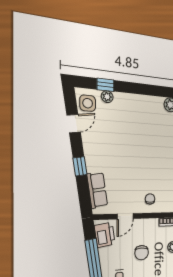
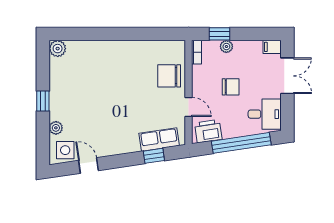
window: (105, 85) -> (43, 101), moved
window: (80, 166) -> (154, 156), moved
chair: (150, 199) -> (169, 76), width x1.87, depth x1.87

